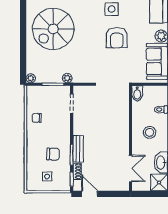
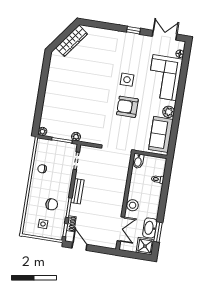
spiral stairs: (53, 29) -> (70, 89), removed
armchair: (117, 38) -> (127, 107), turned 90
stool: (150, 132) -> (133, 205), moved
bench: (78, 149) -> (78, 191), moved

